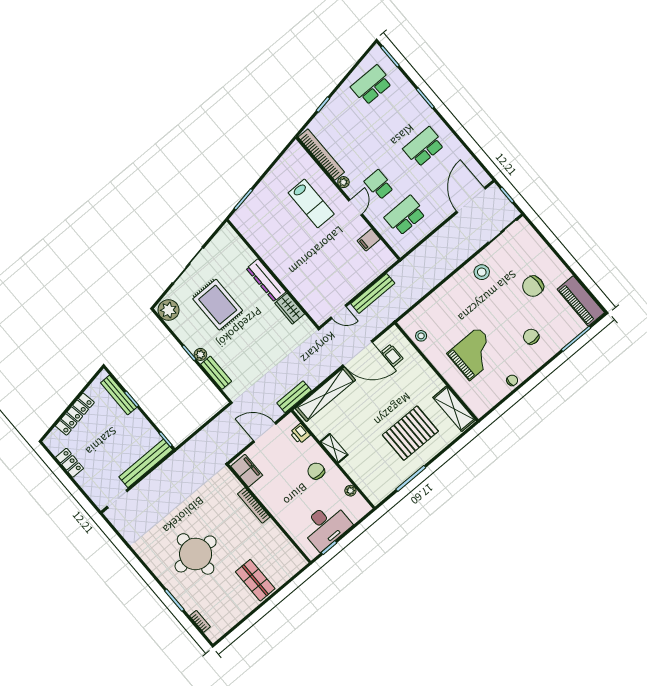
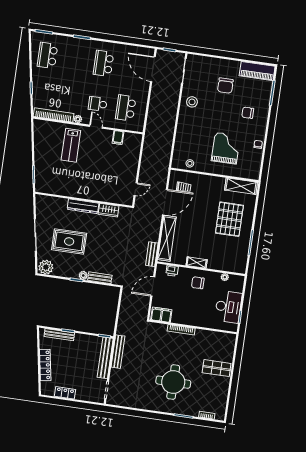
lab bench: (311, 203) -> (71, 145), turned 90
bench: (373, 293) -> (118, 352), moved

